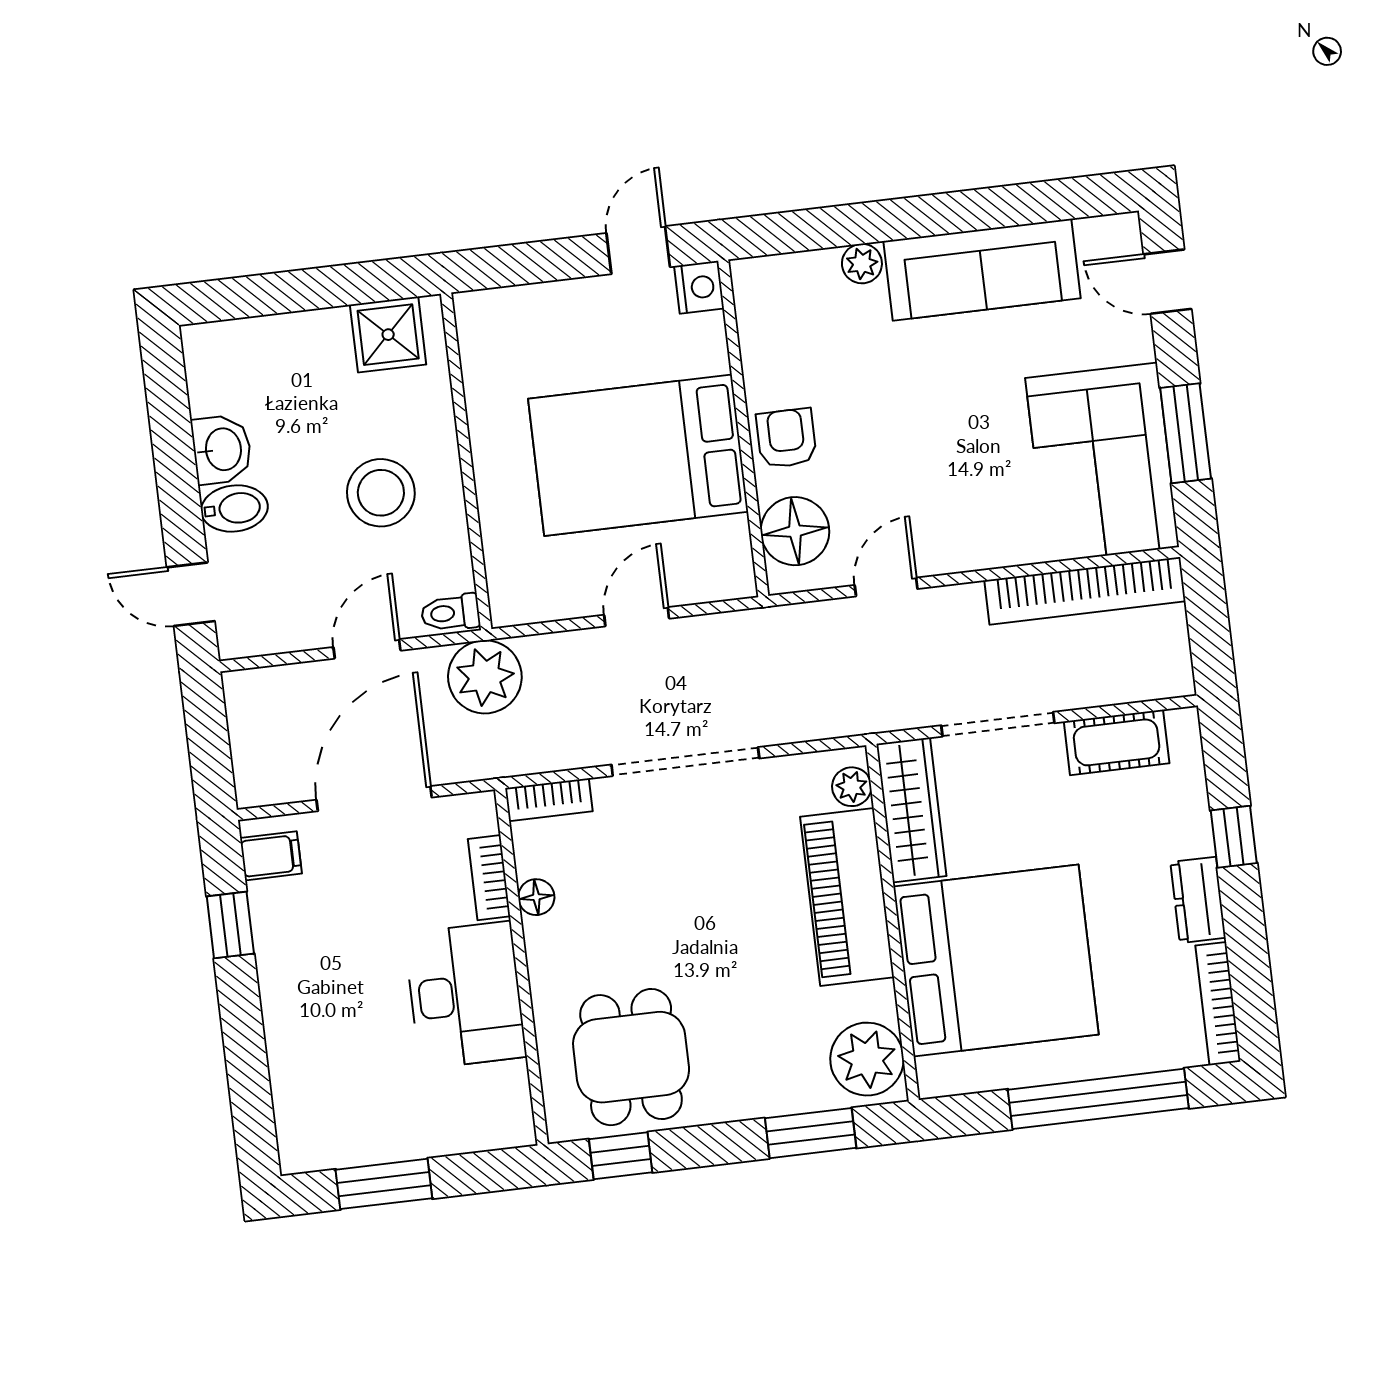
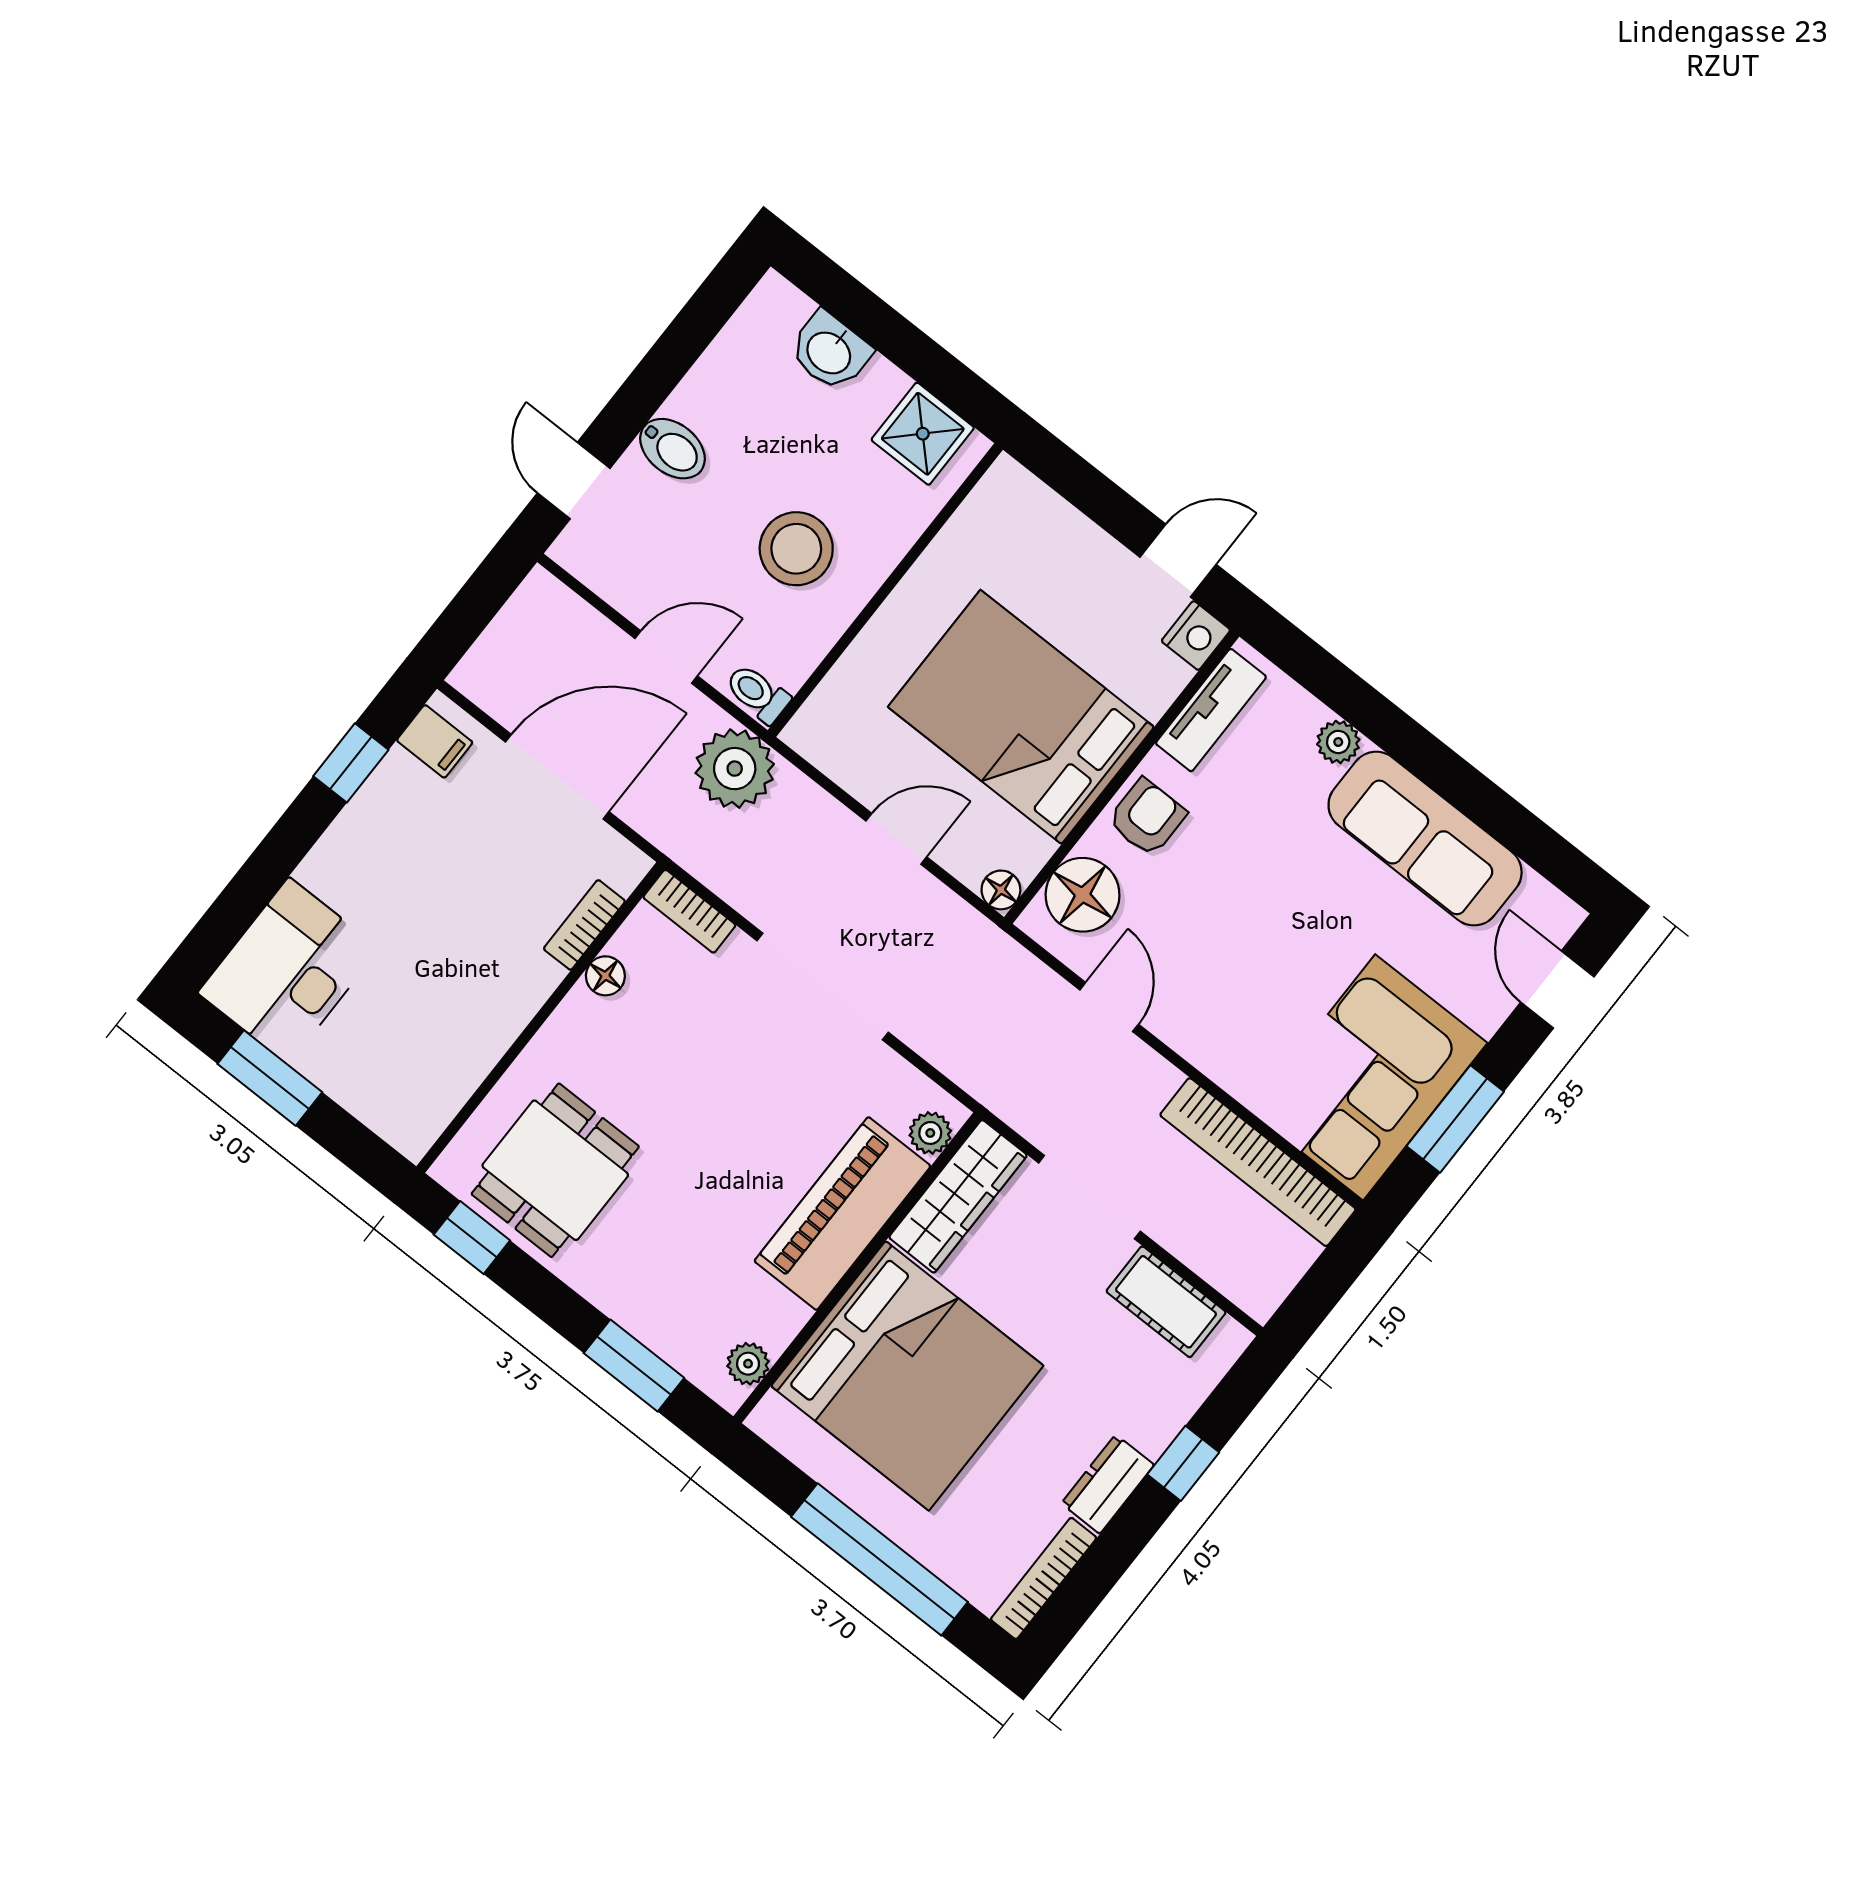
tv unit: (758, 326) -> (1211, 710), added
washbasin: (222, 449) -> (830, 352), moved, turned 90
floor lamp: (738, 582) -> (1001, 890), added
door: (886, 587) -> (1109, 1007), hinge flipped
desk: (465, 995) -> (288, 971), moved, turned 180
plant: (867, 1059) -> (748, 1364), width x0.53, depth x0.53

